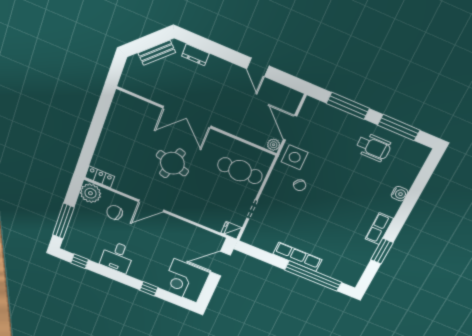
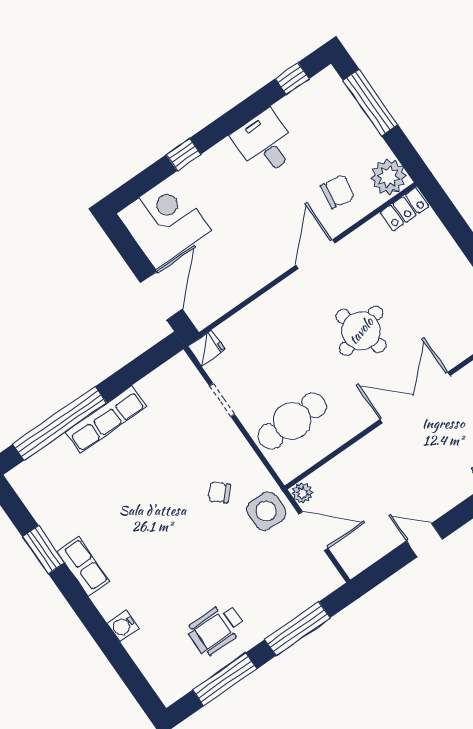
round table: (172, 163) -> (361, 331), turned -31

